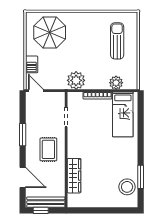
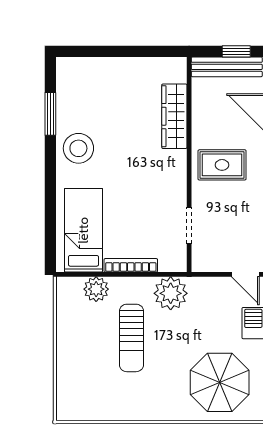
sun lounger: (117, 41) -> (131, 338), moved
rug: (48, 149) -> (222, 165), turned 90
stool: (127, 187) -> (78, 148), moved

